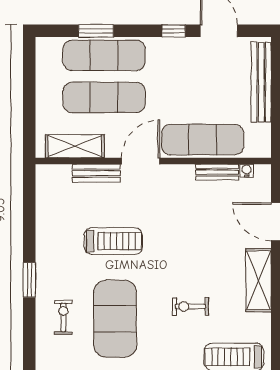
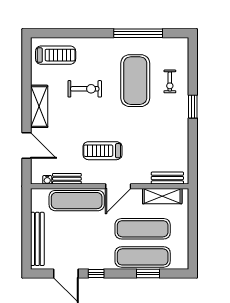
bench: (96, 173) -> (167, 178), moved
treadmill: (113, 241) -> (102, 151), moved
exercise bike: (191, 306) -> (85, 89), width x1.38, depth x1.39

